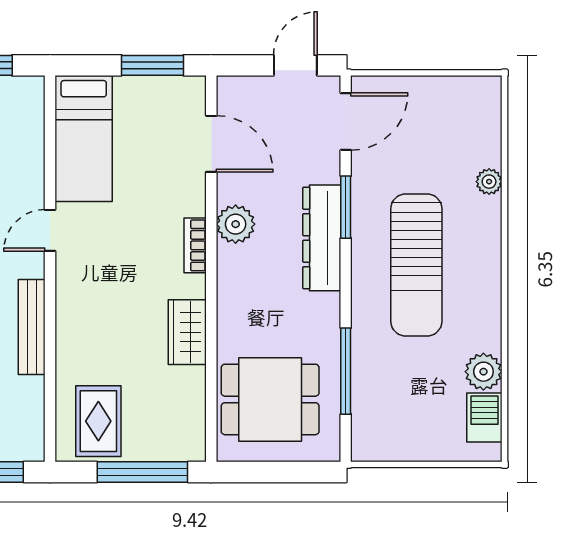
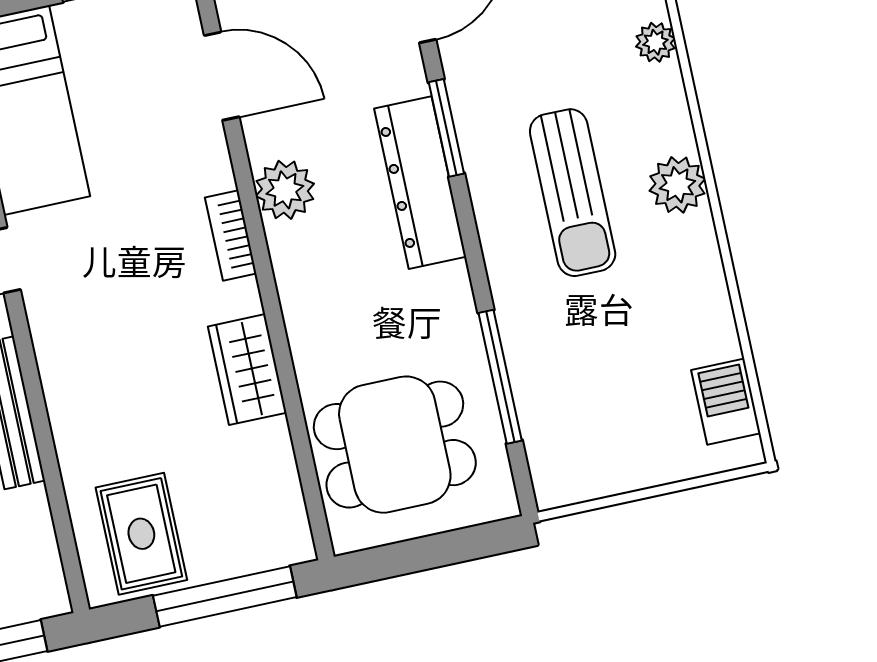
sun lounger: (416, 265) -> (573, 193), width x0.73, depth x0.75
plant: (483, 372) -> (677, 185), moved

